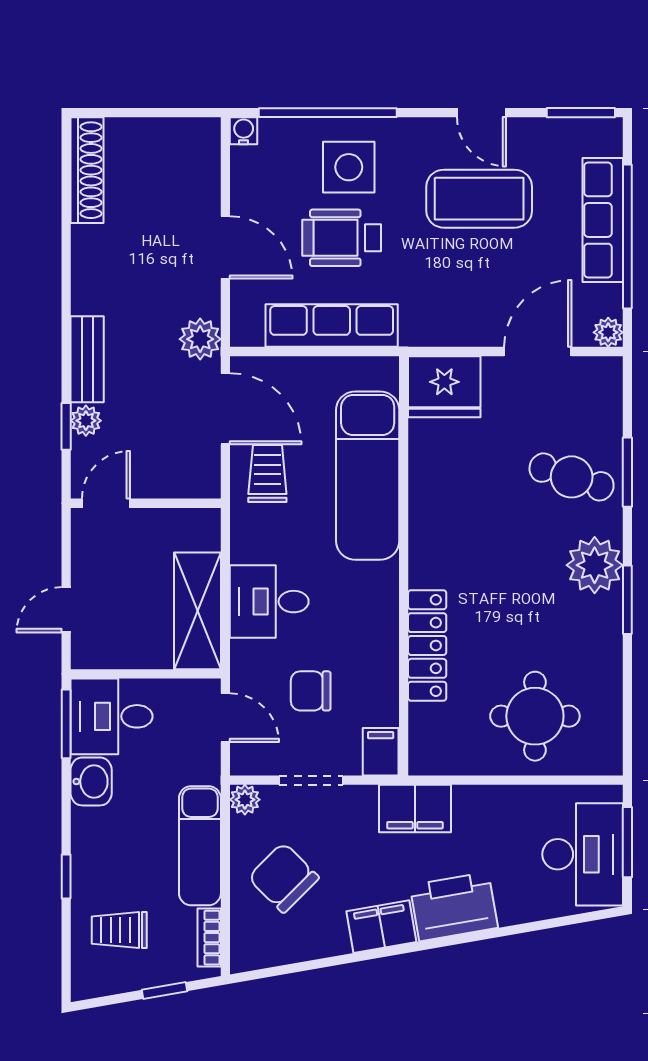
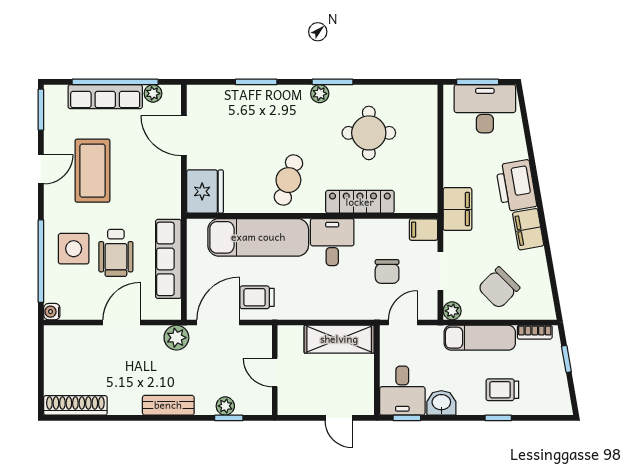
plant: (608, 332) -> (153, 93), moved
bench: (87, 359) -> (168, 405), moved
cafe table: (572, 477) -> (288, 180), moved
door: (106, 503) -> (275, 372), moved
plant: (595, 565) -> (320, 94), width x0.53, depth x0.53
desk: (269, 602) -> (332, 242), moved, turned 180
round table: (535, 716) -> (369, 133), moved
window: (66, 724) -> (407, 418), width x0.67
trolley: (119, 930) -> (502, 390), moved, turned 90

